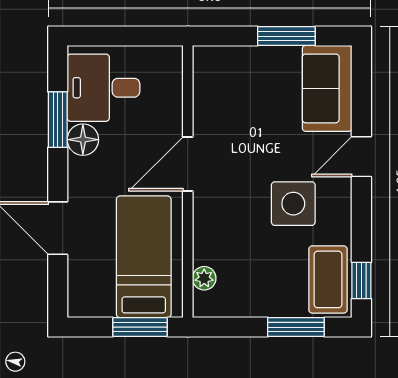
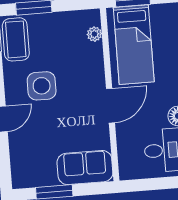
sofa: (327, 88) -> (85, 168), moved, turned -90

